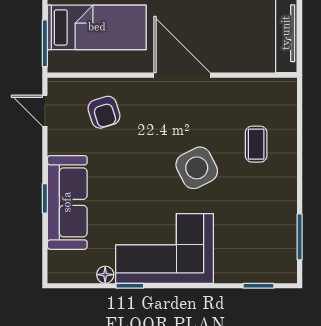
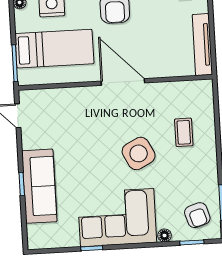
armchair: (104, 112) -> (197, 215), moved
floor lamp: (105, 275) -> (165, 235), moved

